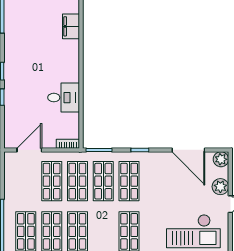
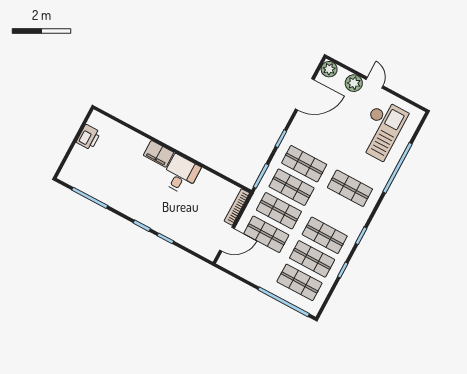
filing cabinet: (71, 26) -> (159, 154), moved
desk: (64, 98) -> (181, 174), moved
bookcase: (68, 144) -> (237, 207), width x1.56
door: (29, 150) -> (227, 239), swing flipped

